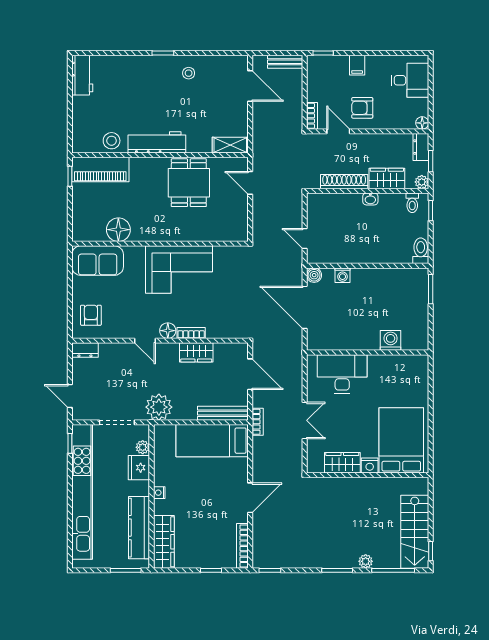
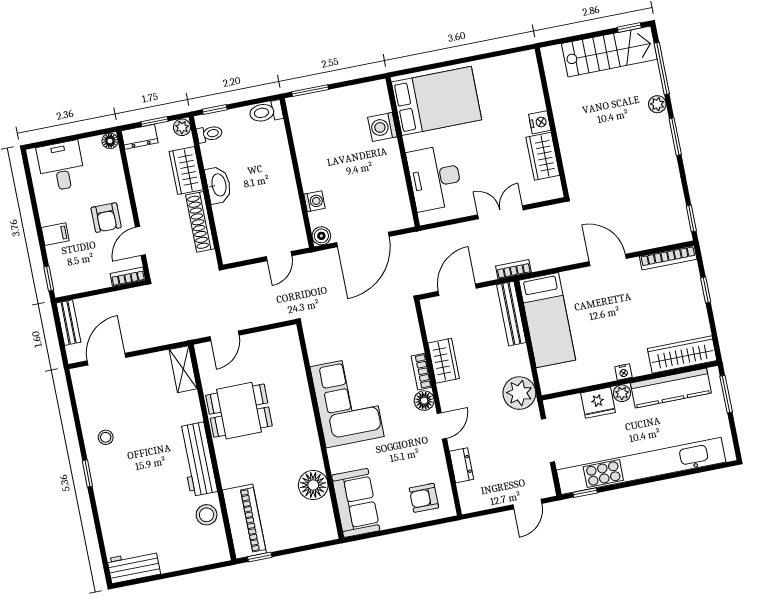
washbasin: (370, 199) -> (218, 185), width x1.91, depth x1.45
dresser: (85, 350) -> (461, 465), moved
bed: (401, 440) -> (437, 101), moved, turned 180
plant: (143, 447) -> (622, 393), moved

